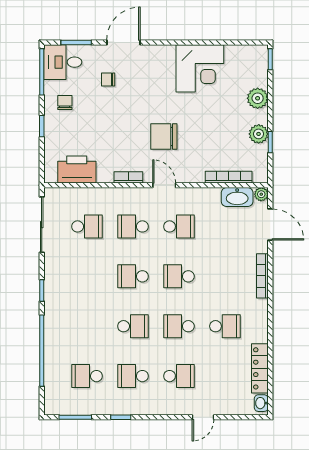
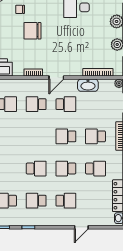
chair: (164, 136) -> (32, 31), moved
door: (164, 185) -> (56, 78), swing flipped
washbasin: (237, 197) -> (88, 85), moved
school desk: (133, 276) -> (95, 136), moved

